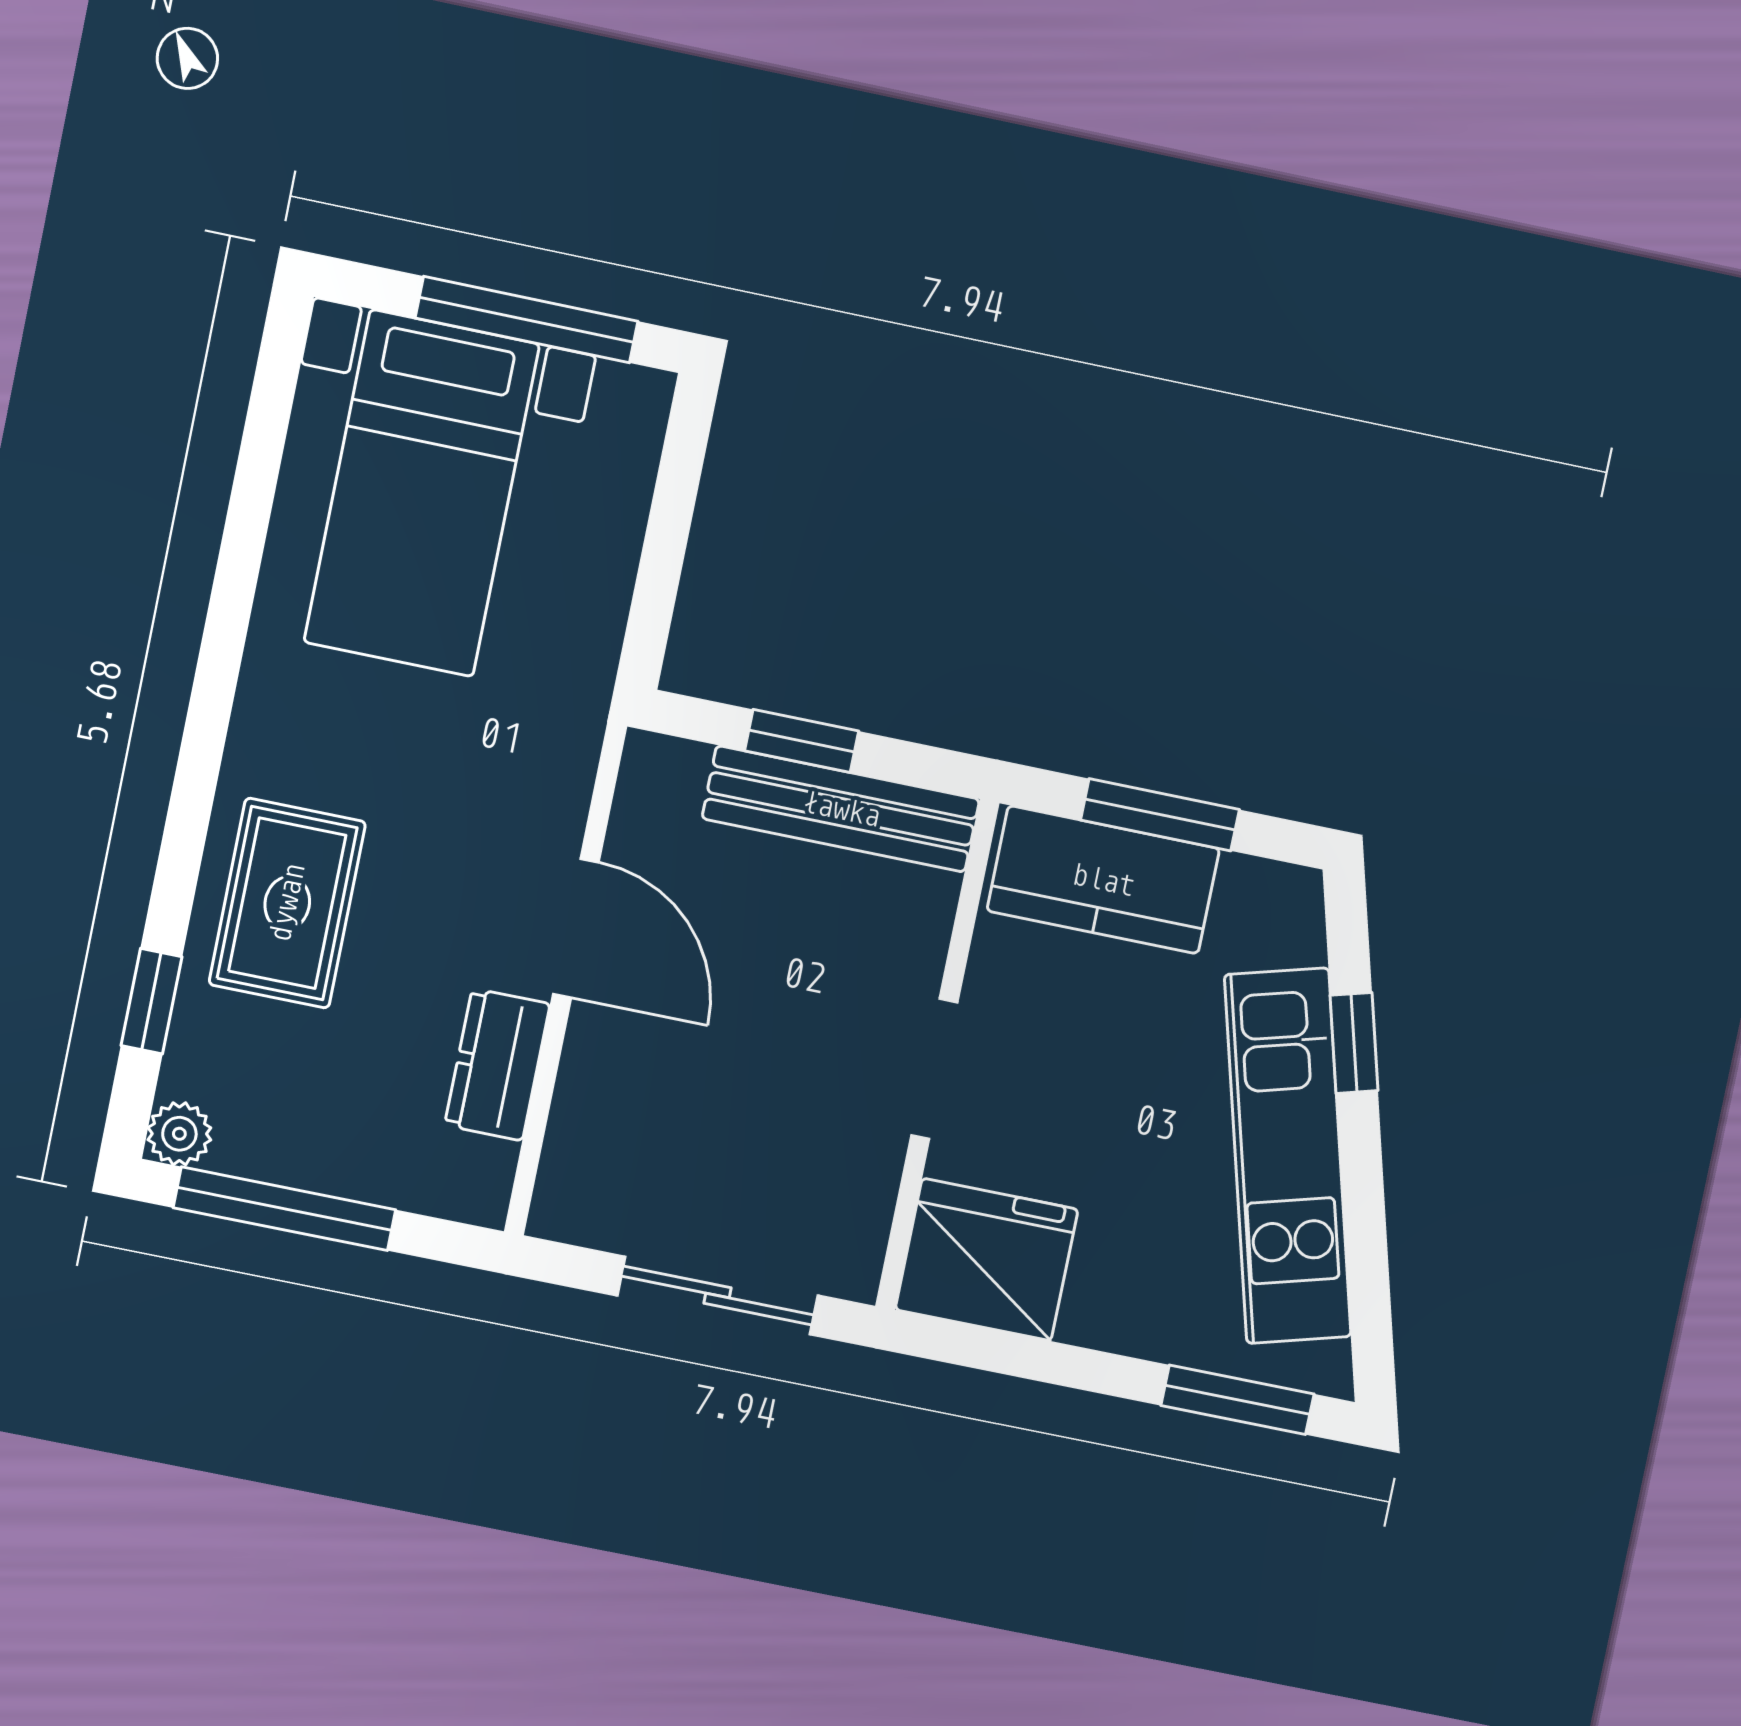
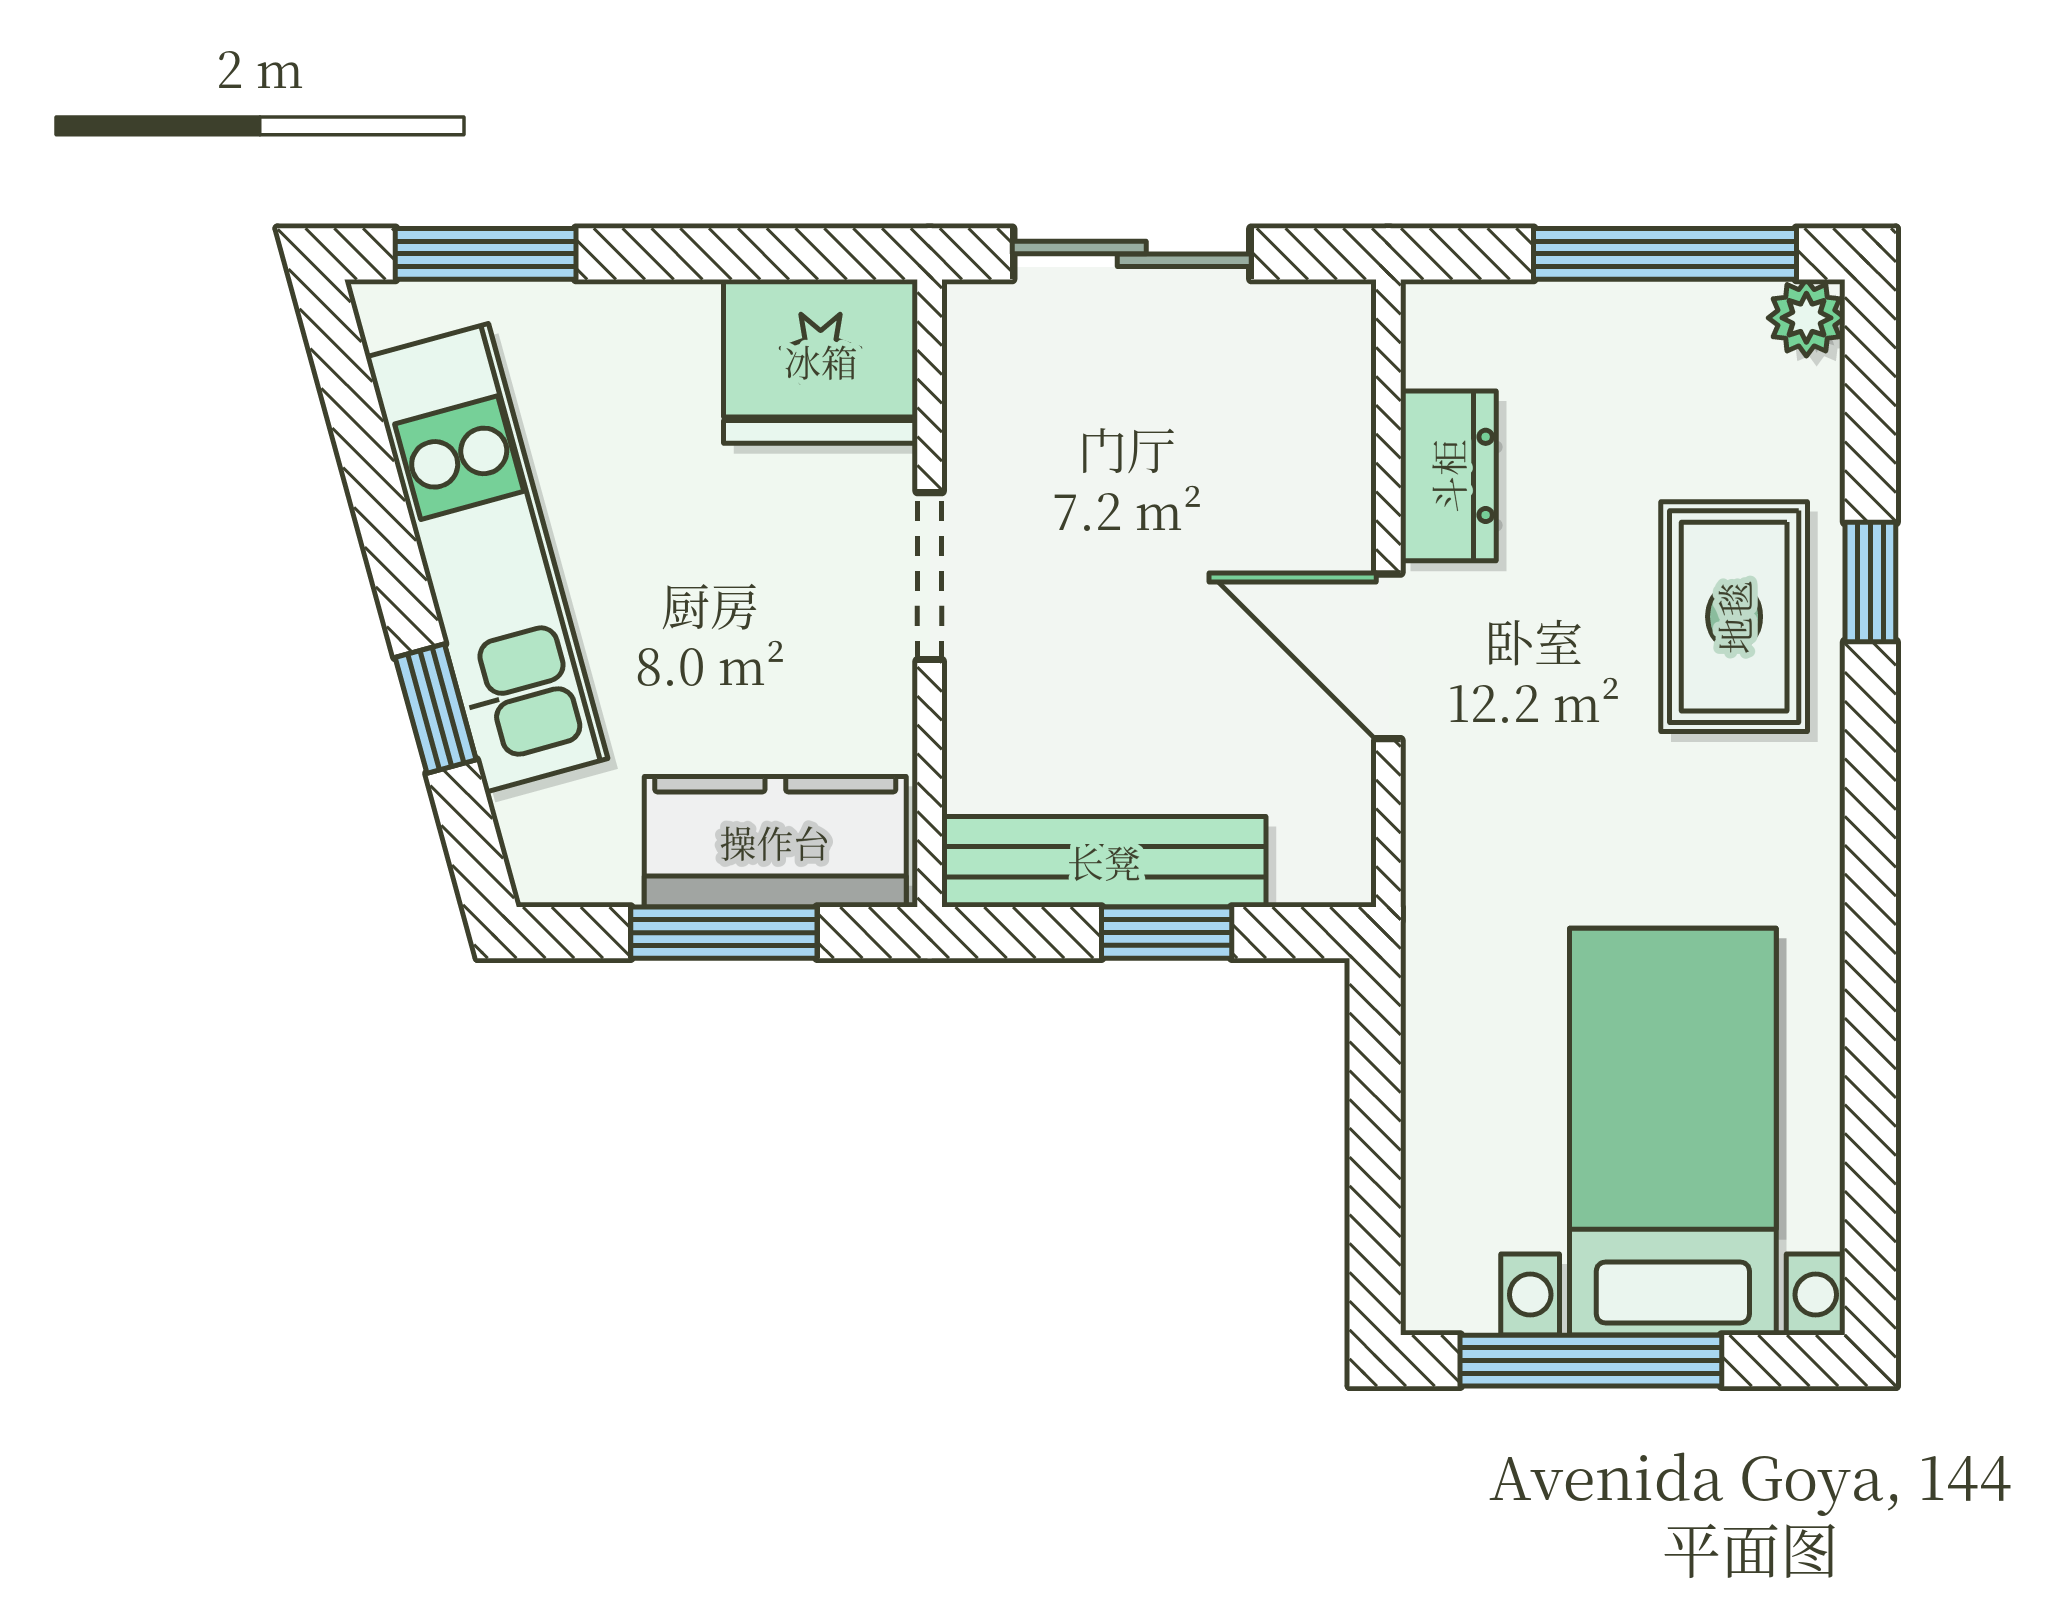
window: (152, 1001) -> (1870, 582), moved

